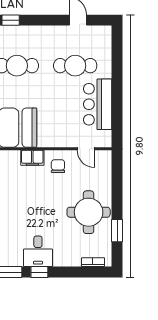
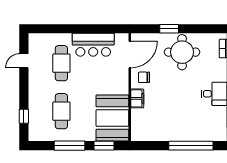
door: (86, 149) -> (130, 54), width x1.87
window: (117, 231) -> (169, 29), moved

